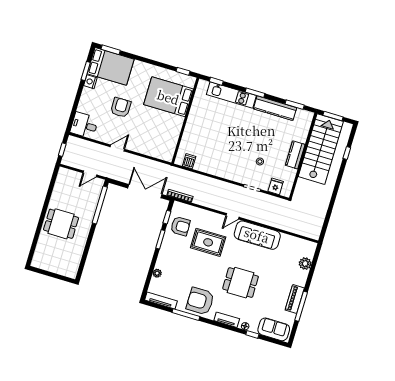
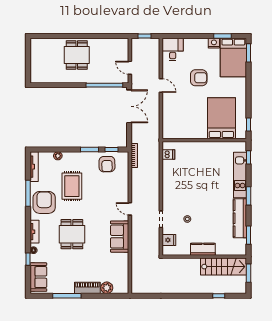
stairs: (321, 149) -> (223, 267), width x0.73, depth x0.66
double door: (145, 191) -> (129, 106), moved
sofa: (257, 235) -> (120, 237), width x0.73
rug: (208, 242) -> (72, 186), moved
piano: (295, 299) -> (87, 288), moved

